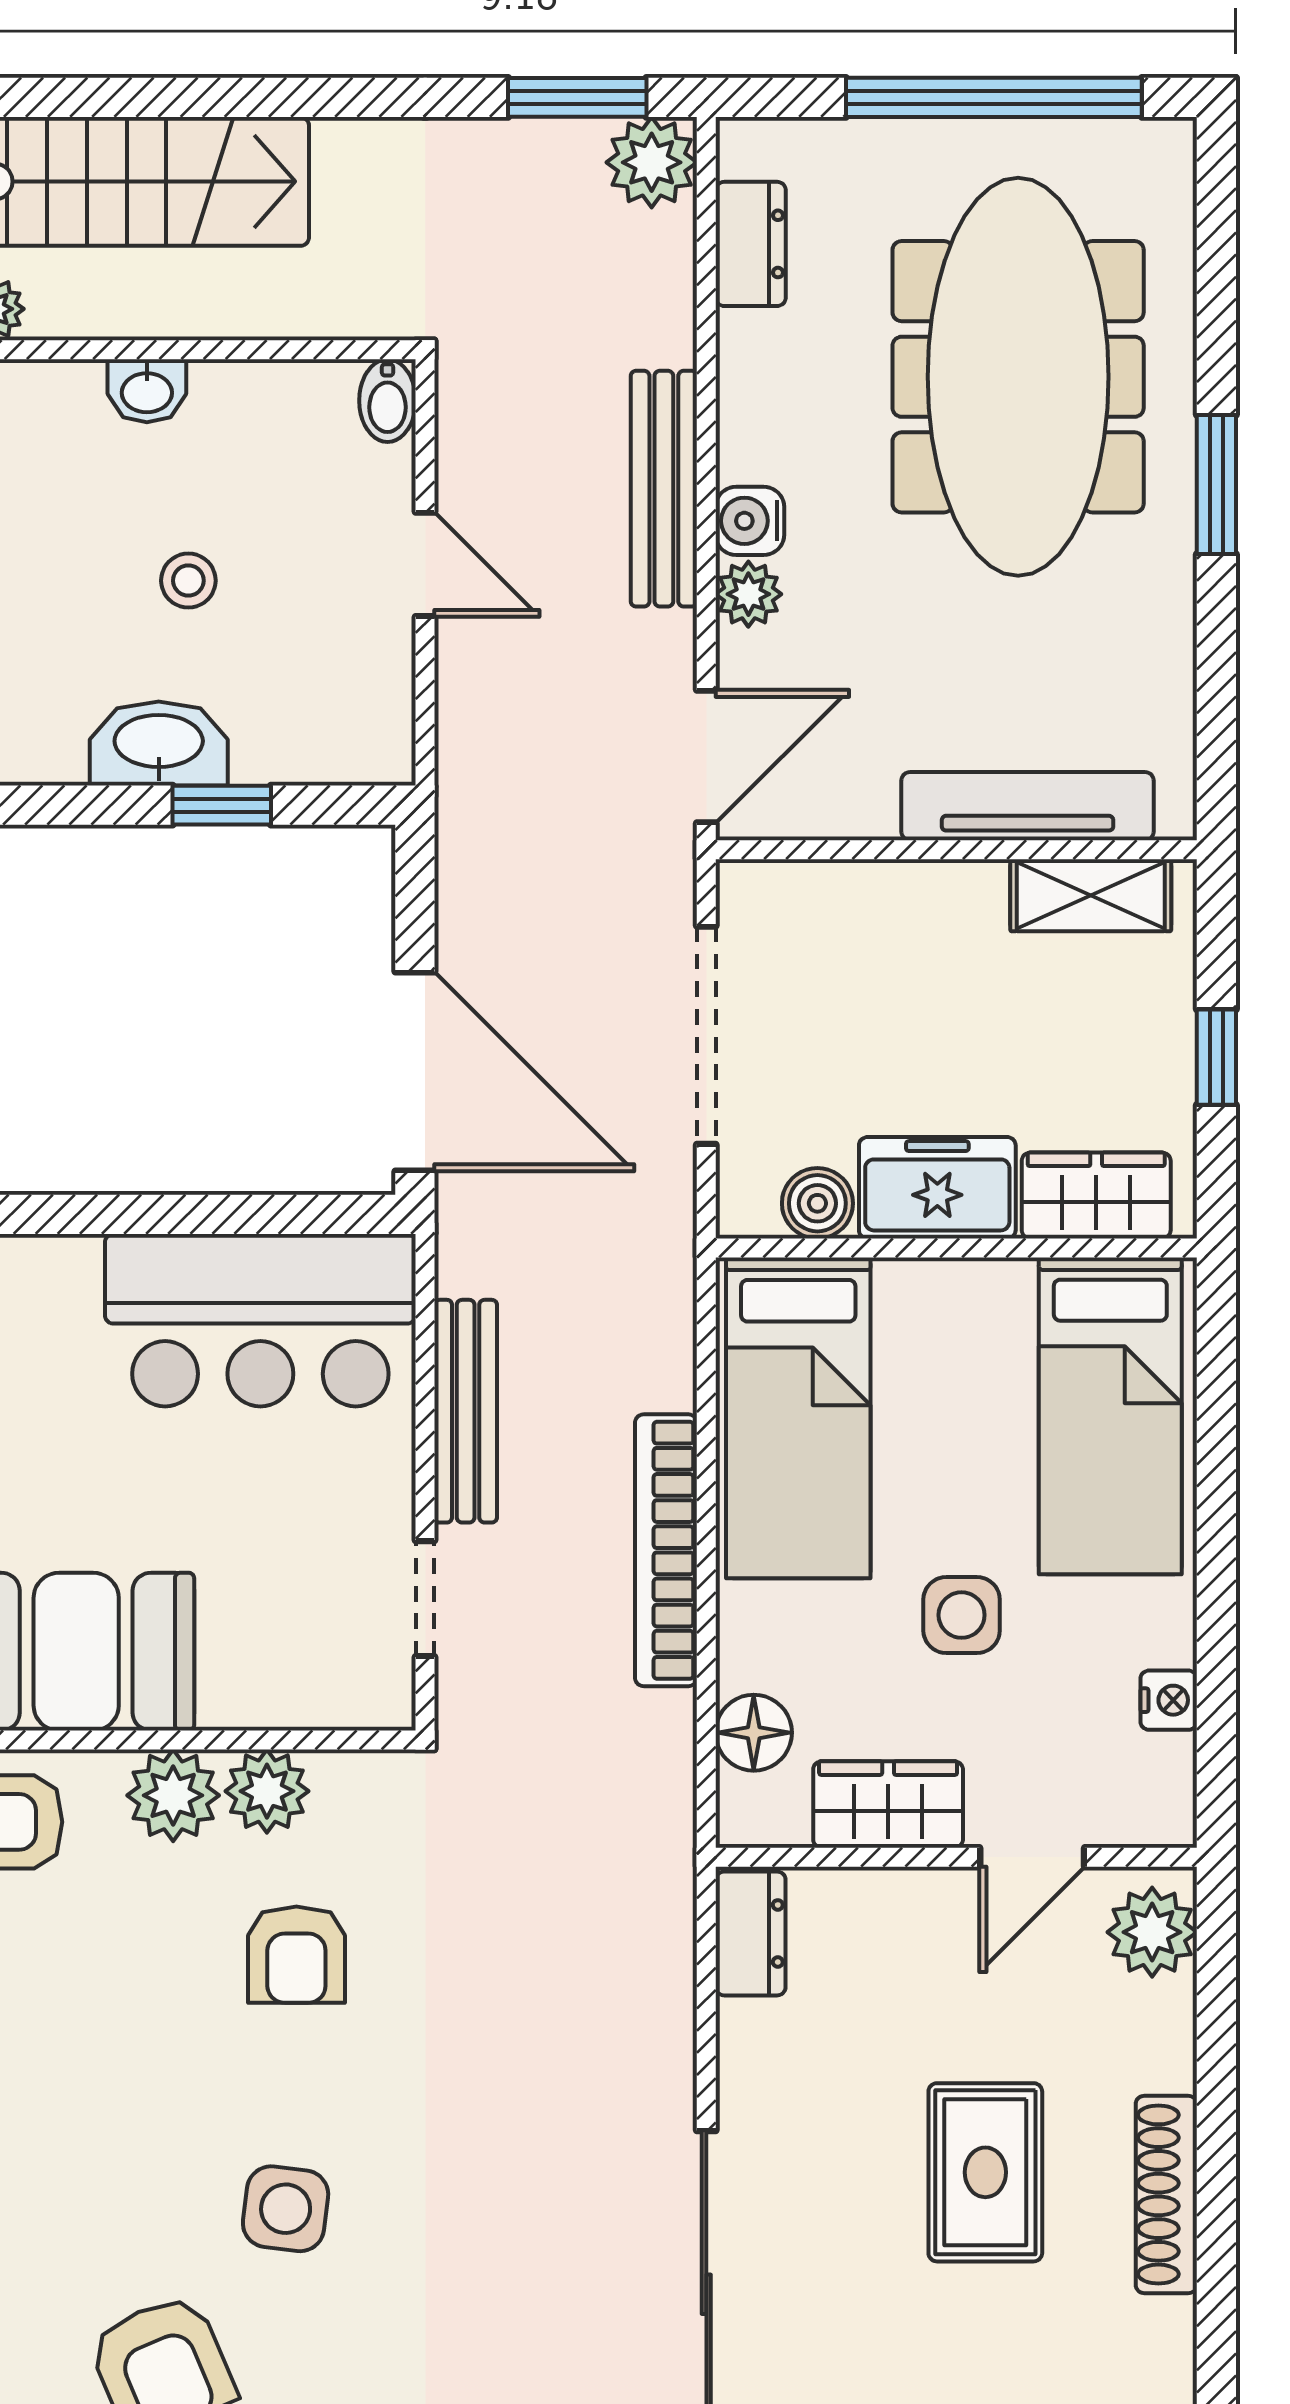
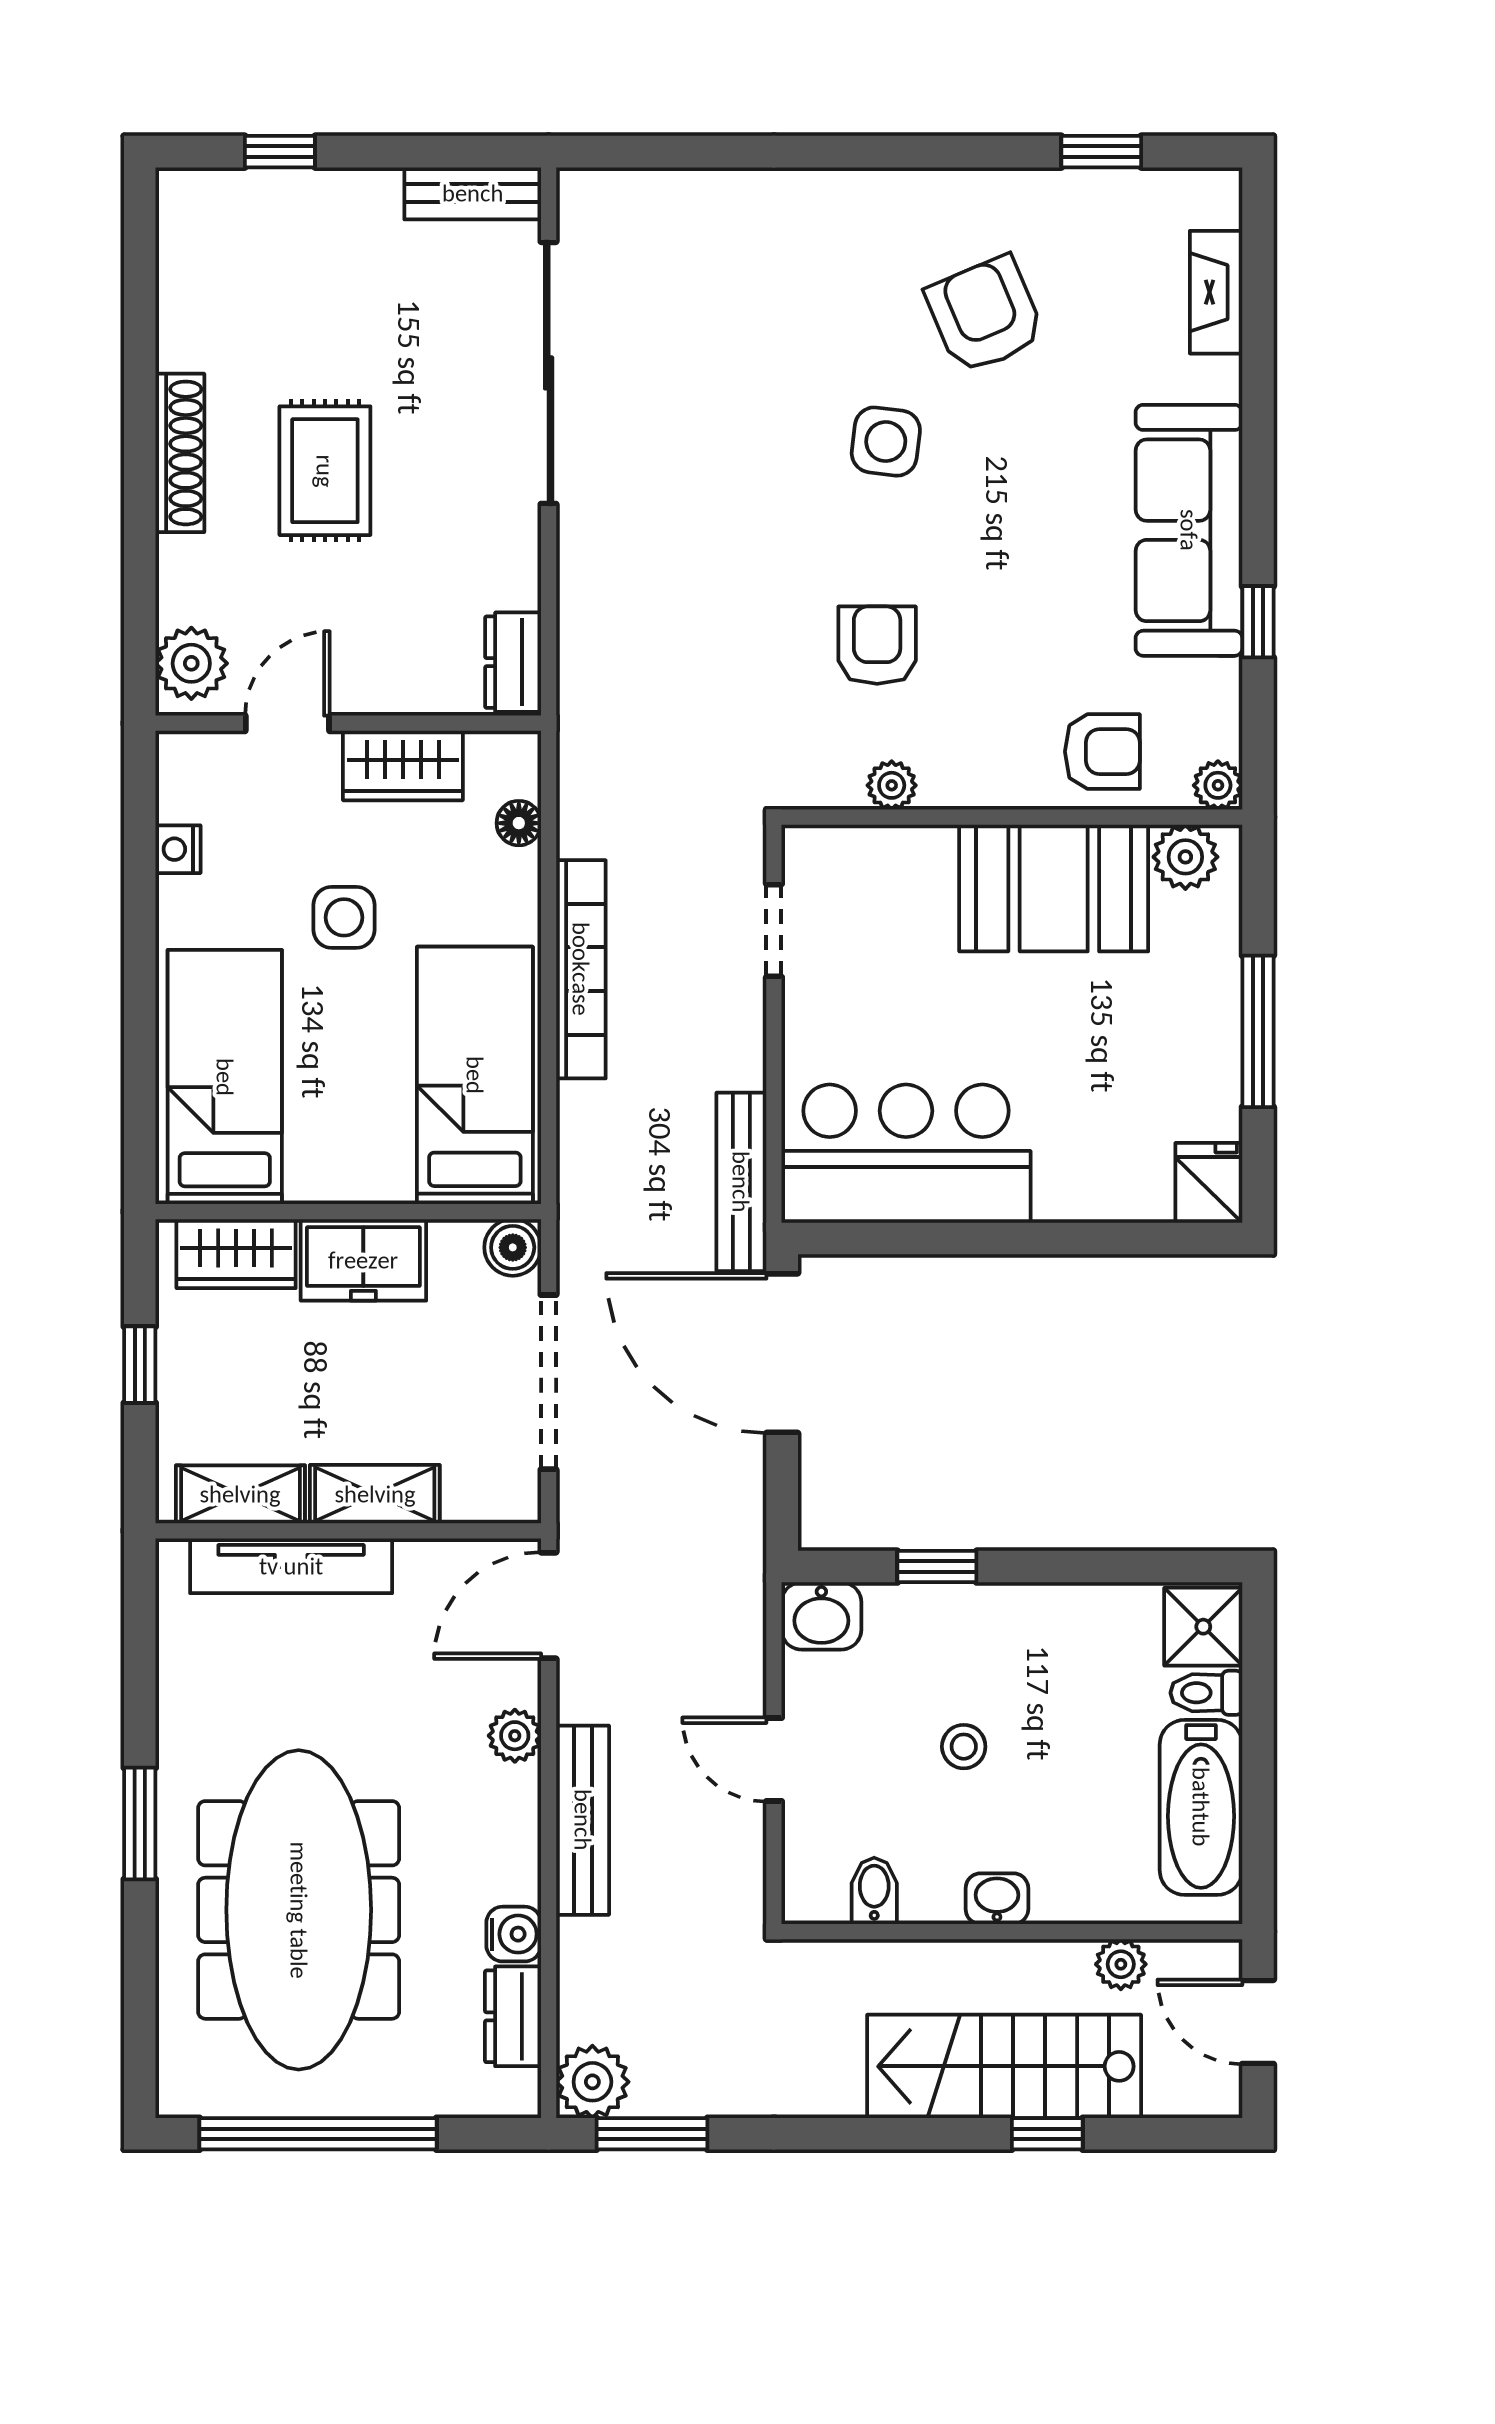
window: (84, 97) -> (1047, 2134), added
bidet: (388, 401) -> (874, 1891), moved
water cooler: (750, 521) -> (514, 1934), moved
washbasin: (159, 743) -> (821, 1616), moved, width x0.72
shelving: (923, 895) -> (375, 1494), added
boiler: (817, 1203) -> (513, 1247), moved
bench: (466, 1411) -> (741, 1182), moved
floor lamp: (754, 1733) -> (519, 823), width x0.73, depth x0.73
plant: (267, 1791) -> (892, 785), width x0.73, depth x0.73
plant: (173, 1795) -> (976, 773), removed

